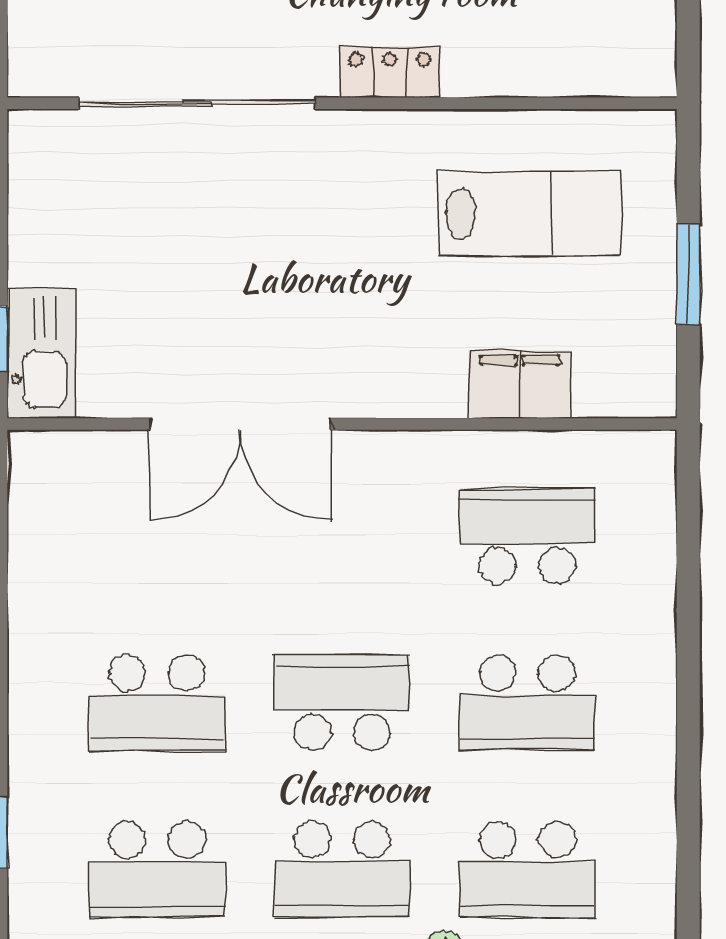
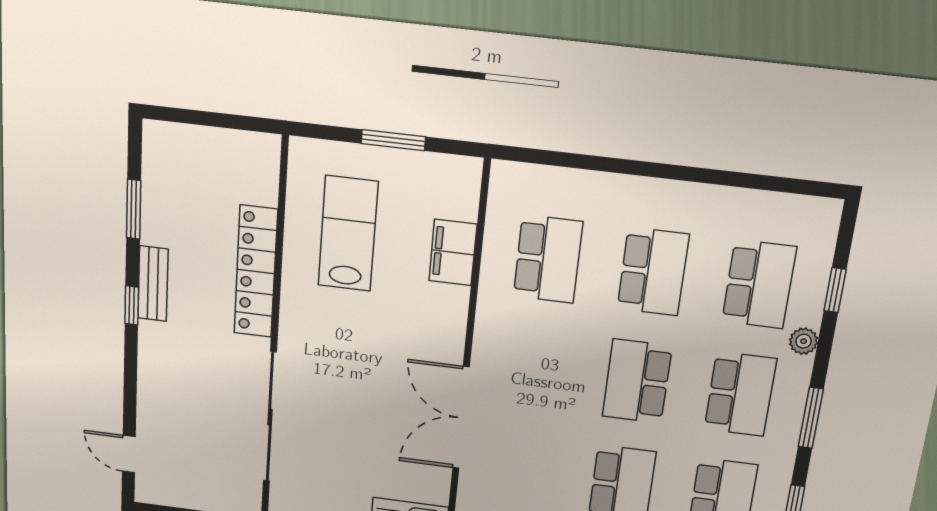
locker: (390, 72) -> (256, 272), width x2.16, depth x1.21
double door: (240, 424) -> (461, 418), swing flipped
school desk: (527, 536) -> (548, 259), turned 180

